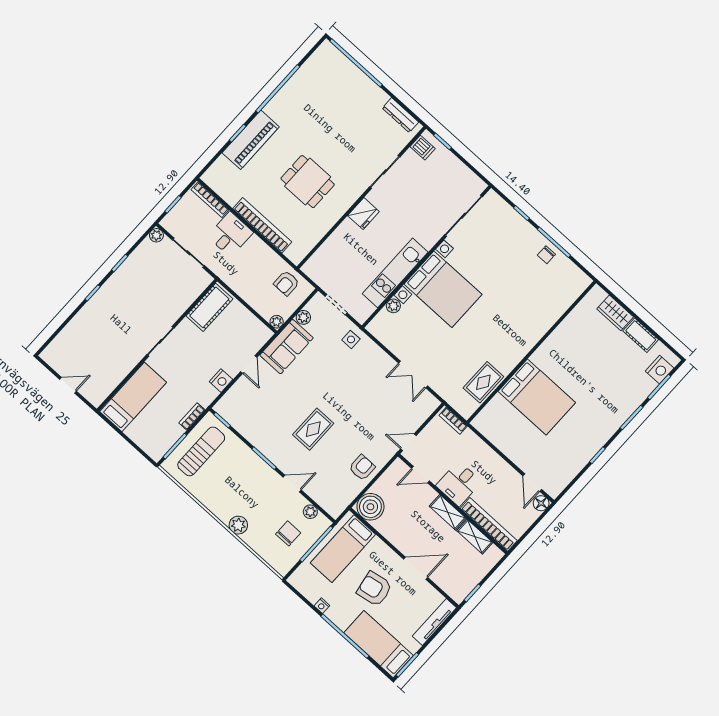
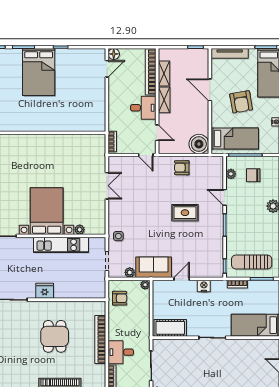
rug: (483, 382) -> (77, 144), removed
bed: (537, 397) -> (39, 72), moved, turned 180

